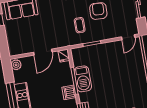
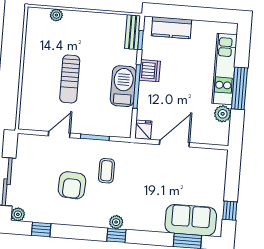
door: (128, 37) -> (59, 134), moved
plant: (16, 65) -> (223, 114), moved
sun lounger: (116, 75) -> (70, 79), added

